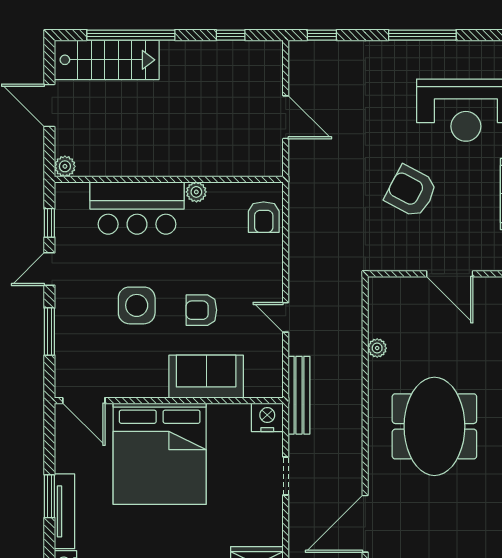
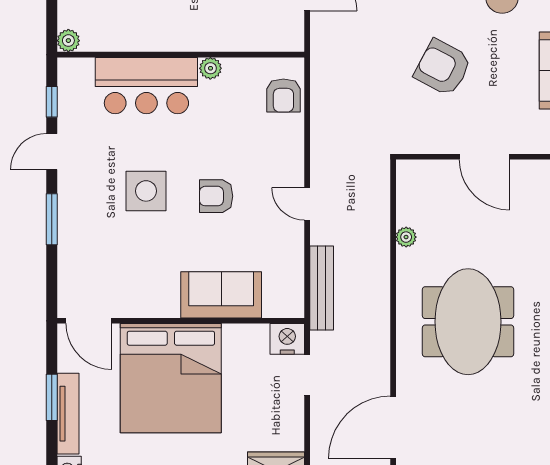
sofa: (206, 377) -> (221, 295), moved
door: (84, 401) -> (89, 321), moved
wall: (169, 401) -> (181, 321), moved
nightstand: (267, 417) -> (287, 339), moved
bed: (160, 454) -> (171, 378), moved

